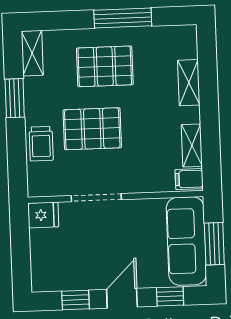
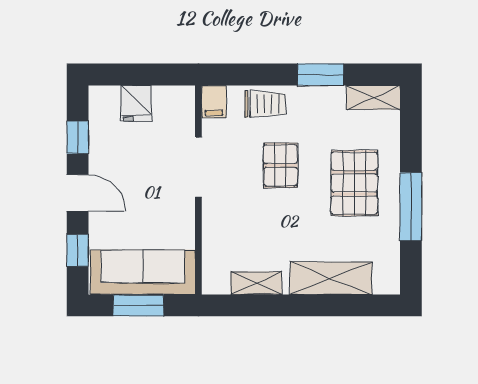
shelving: (189, 83) -> (331, 278), width x1.50, depth x1.33
pallet: (92, 129) -> (281, 165), width x0.67, depth x0.71
trolley: (41, 144) -> (265, 104), turned 180
filing cabinet: (189, 179) -> (214, 102), moved, turned 180
fridge: (43, 215) -> (136, 103), moved

